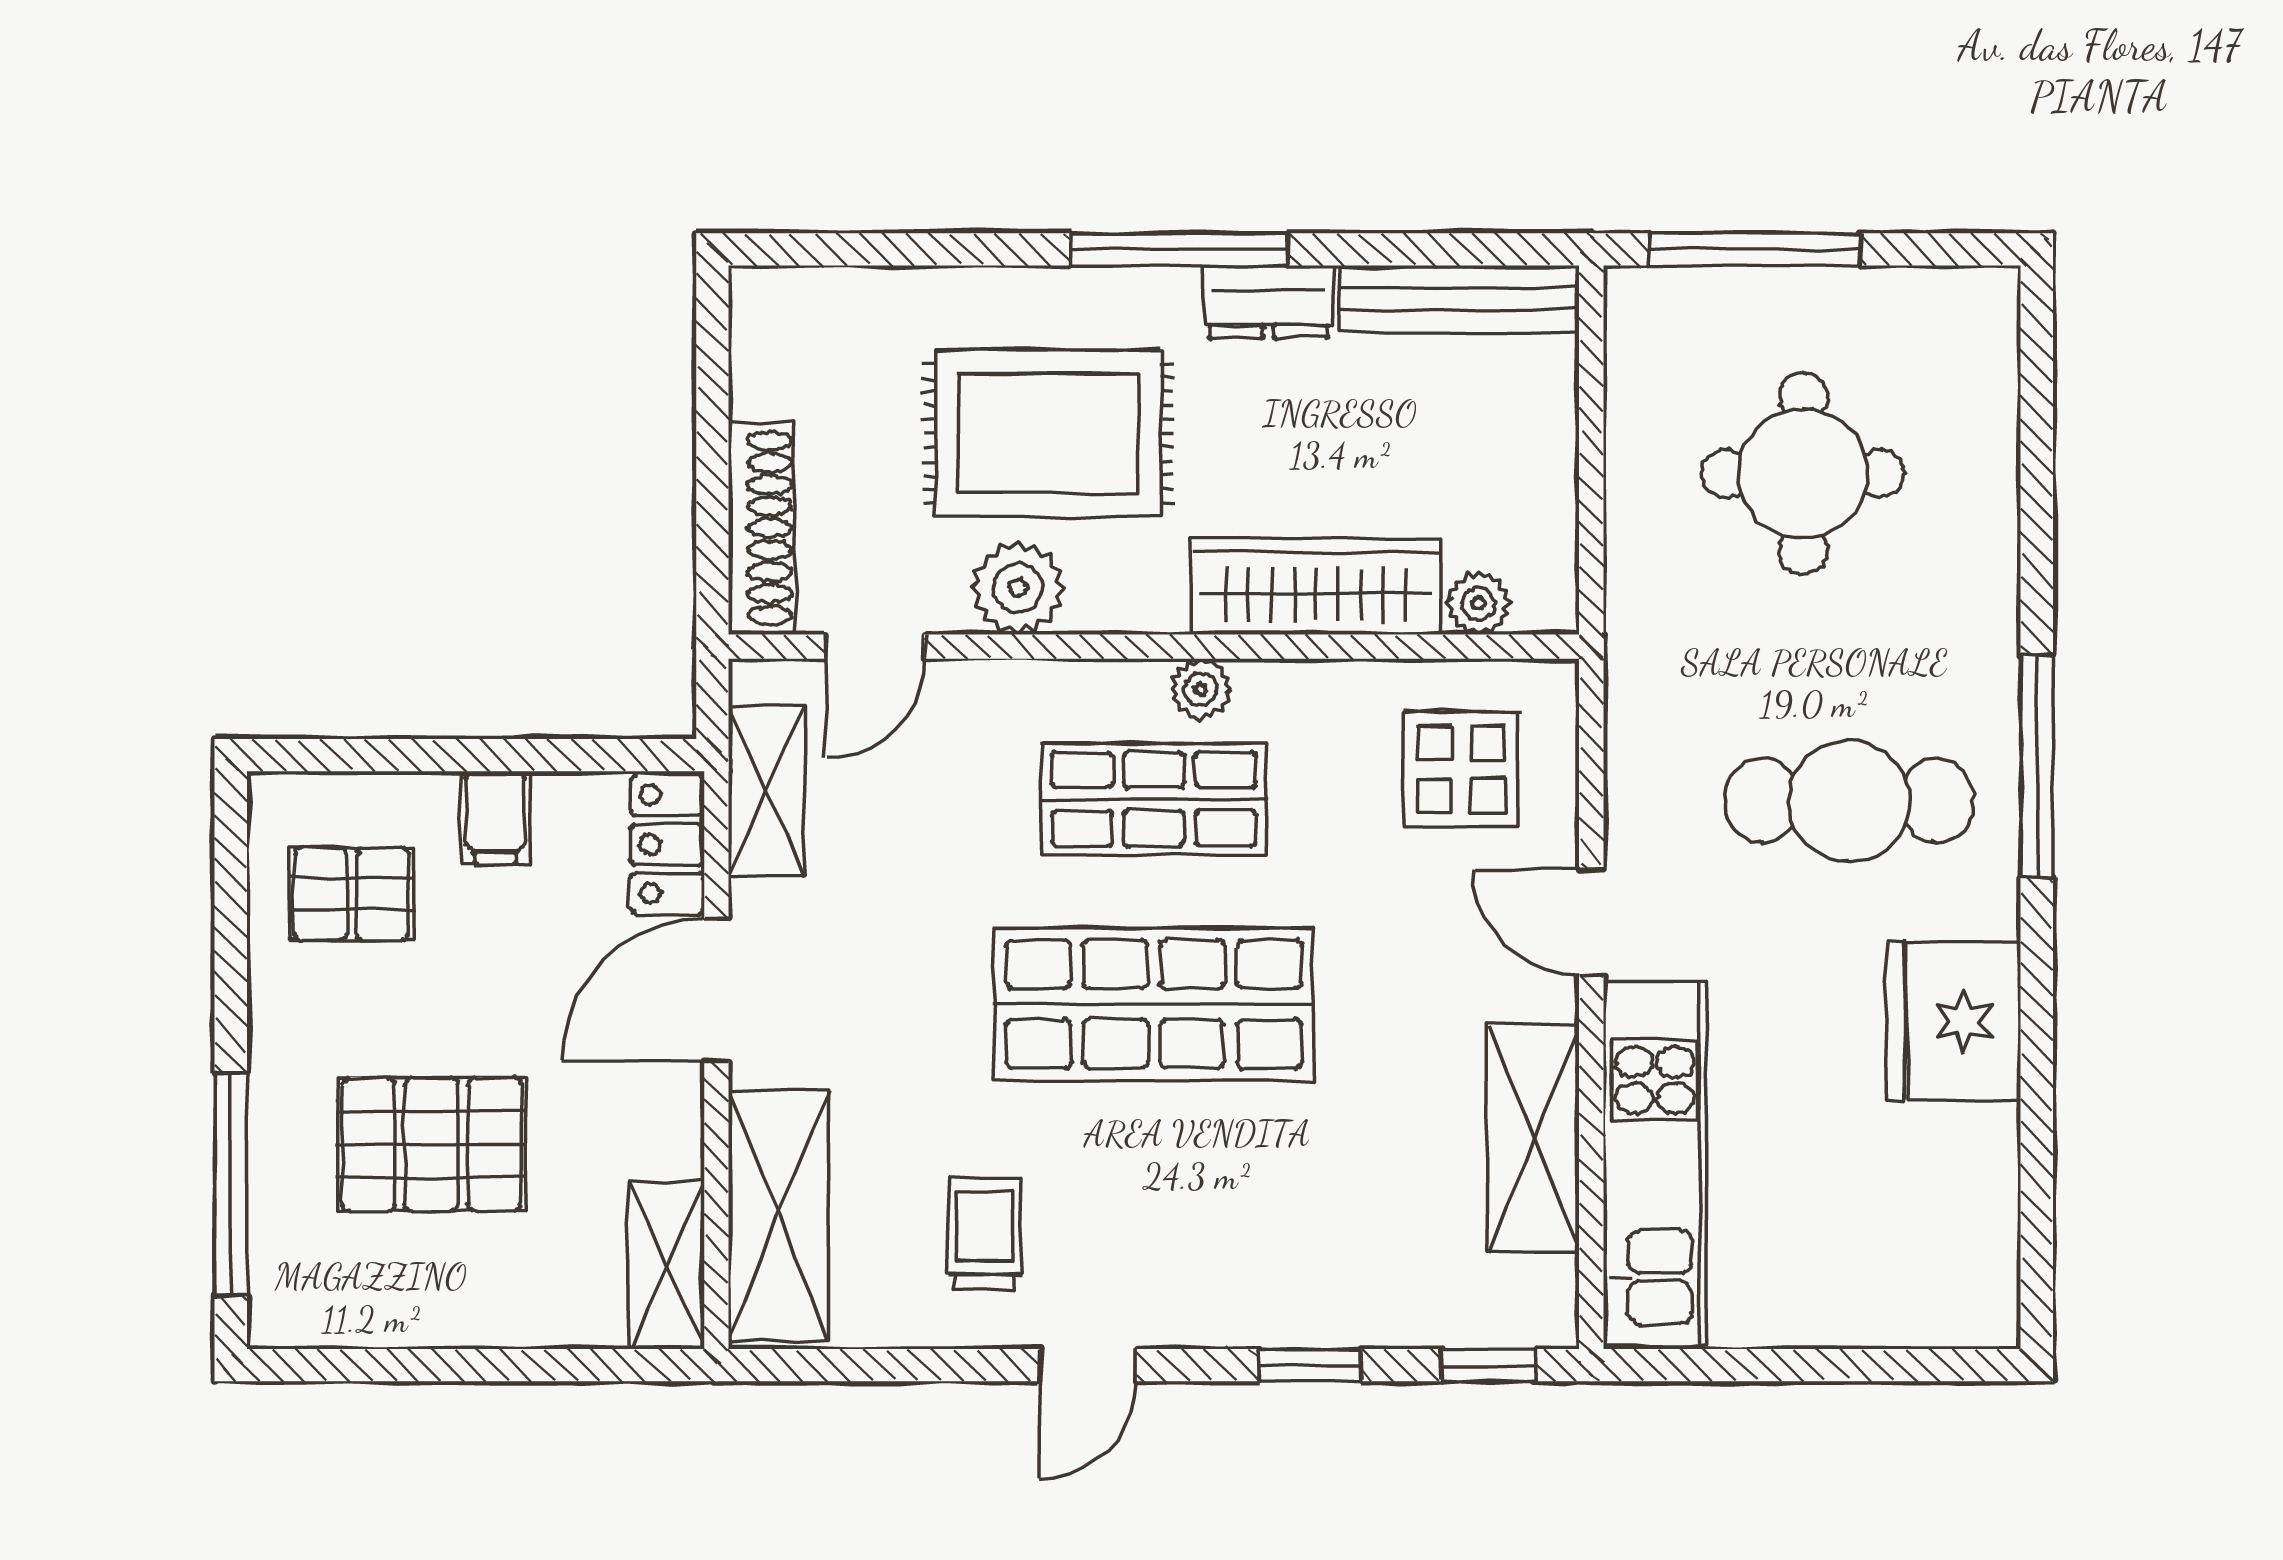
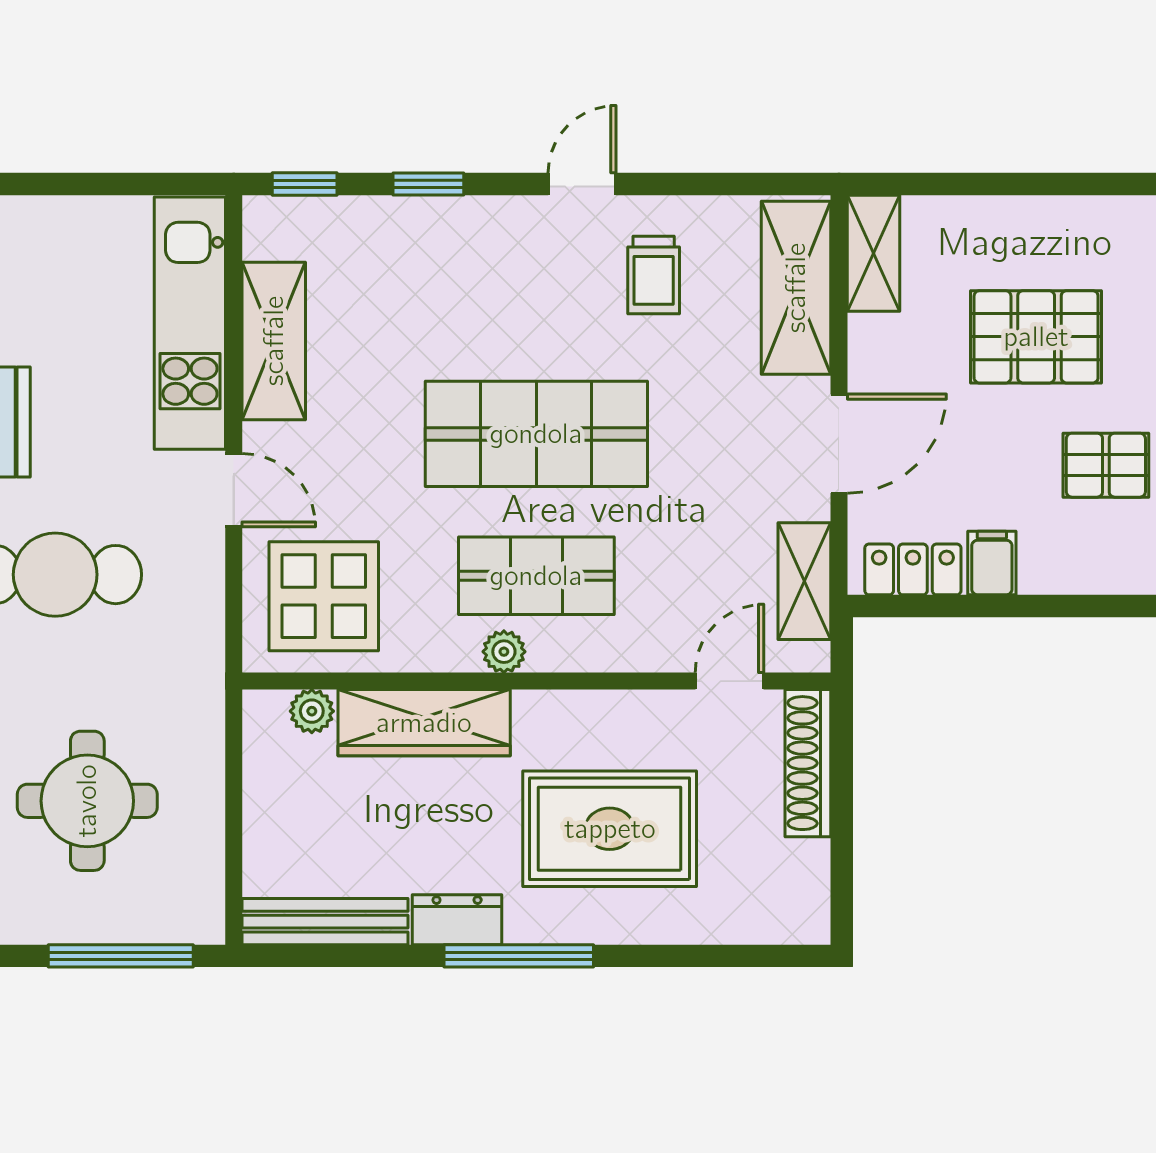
plant: (1018, 588) -> (631, 722), removed
display table: (1461, 769) -> (324, 596), width x1.36, depth x1.36
locker: (667, 844) -> (913, 569), moved, turned -90
pallet: (351, 894) -> (1106, 465), moved

